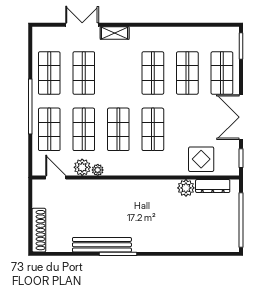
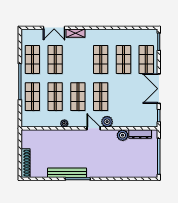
double door: (82, 25) -> (54, 28), swing flipped
display table: (201, 159) -> (133, 116), removed
plant: (82, 167) -> (107, 122), moved
door: (56, 178) -> (94, 128), moved

